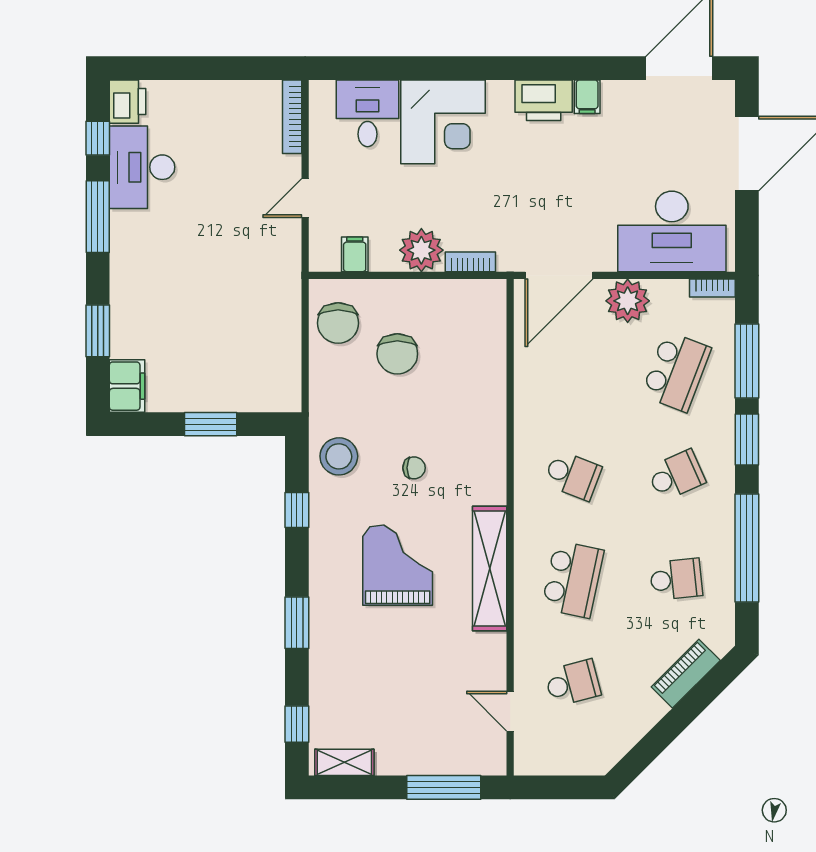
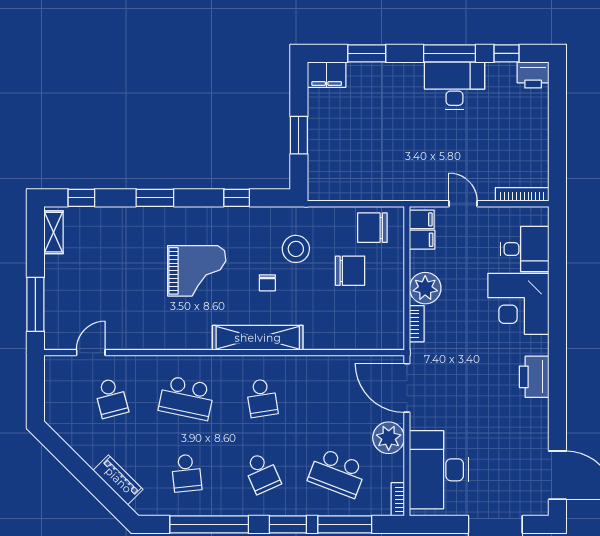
filing cabinet: (587, 97) -> (422, 219), moved, turned 180
desk: (142, 167) -> (454, 85), moved
chair: (397, 354) -> (350, 271), turned 180
stool: (339, 456) -> (296, 249), moved
school desk: (573, 475) -> (262, 398), turned -30
shelving: (490, 568) -> (258, 338), moved

